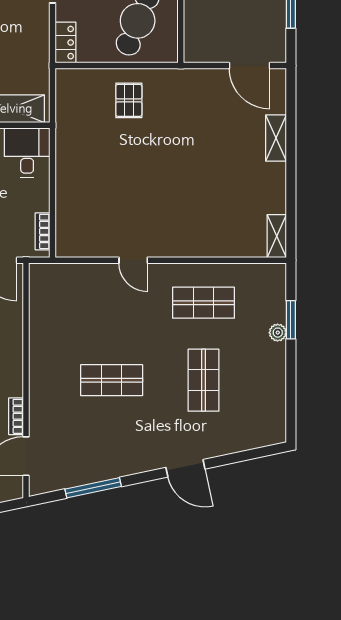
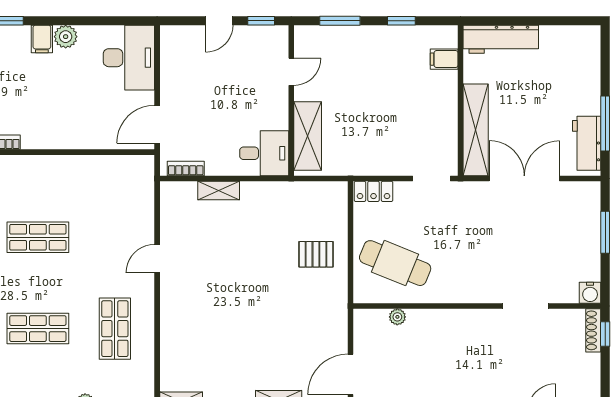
plant: (192, 18) -> (397, 317), added
shelving: (65, 198) -> (219, 190), added
shop shelf: (112, 380) -> (38, 237), turned 90

